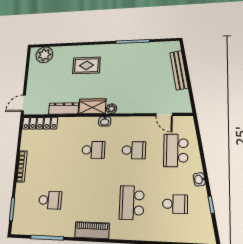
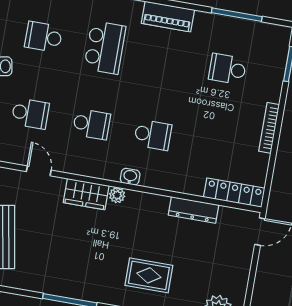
wardrobe: (92, 106) -> (86, 194), moved
school desk: (93, 150) -> (153, 135), turned 180
school desk: (134, 150) -> (91, 124), turned 180
school desk: (176, 150) -> (30, 113), width x0.54

